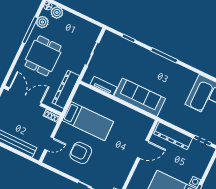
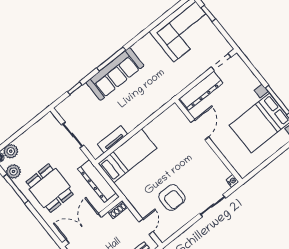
sofa: (140, 97) -> (115, 74), moved, turned 180
bed: (88, 121) -> (127, 156), moved
armchair: (81, 153) -> (172, 198), turned -90

